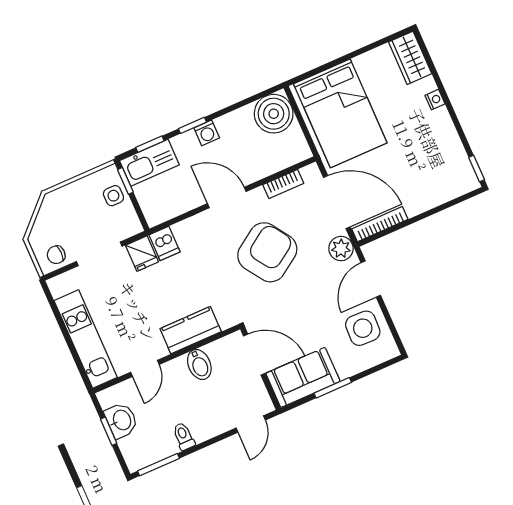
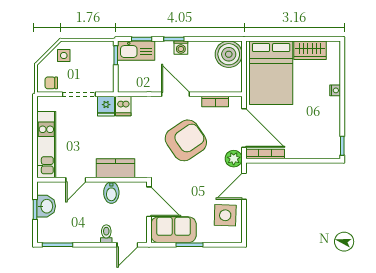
wardrobe: (410, 58) -> (310, 50), moved, turned -90
side table: (113, 196) -> (64, 56), moved
toilet: (184, 436) -> (106, 234), moved

